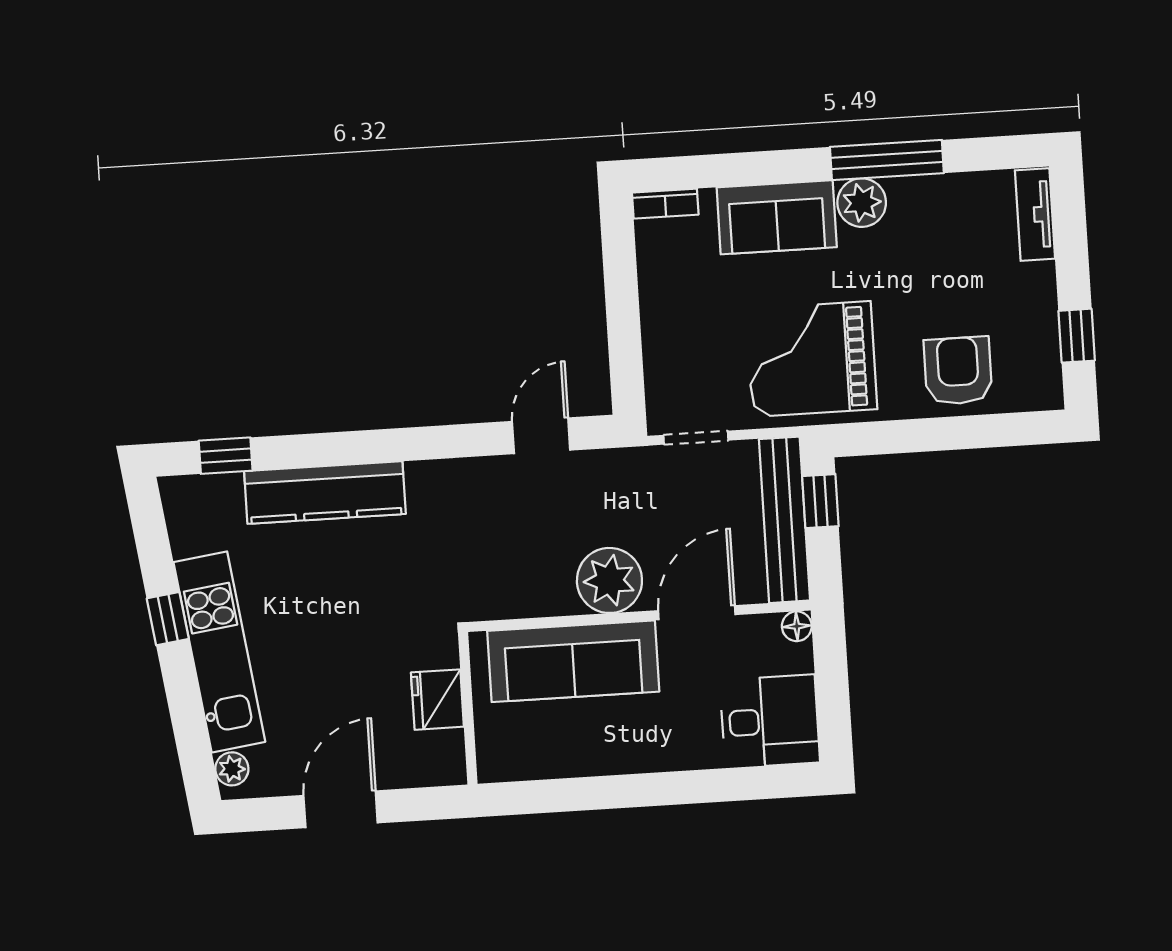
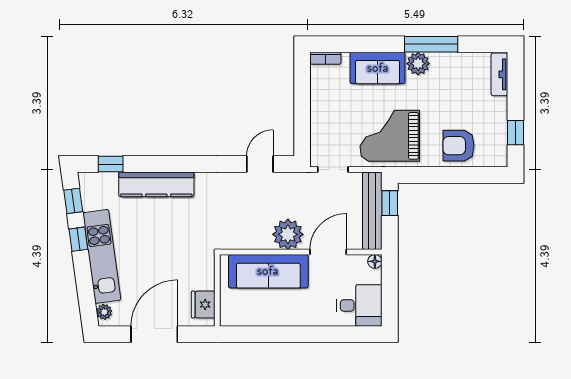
armchair: (958, 371) -> (458, 146), turned -90
window: (152, 538) -> (73, 201), added
fridge: (437, 700) -> (203, 305), moved
door: (341, 809) -> (154, 334), width x1.36

